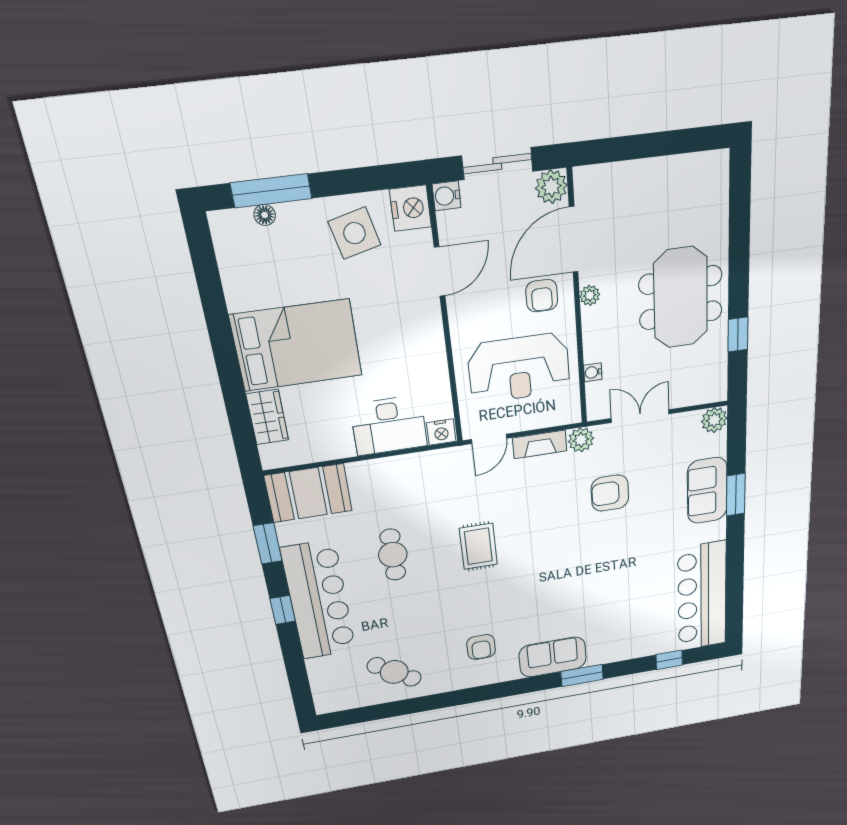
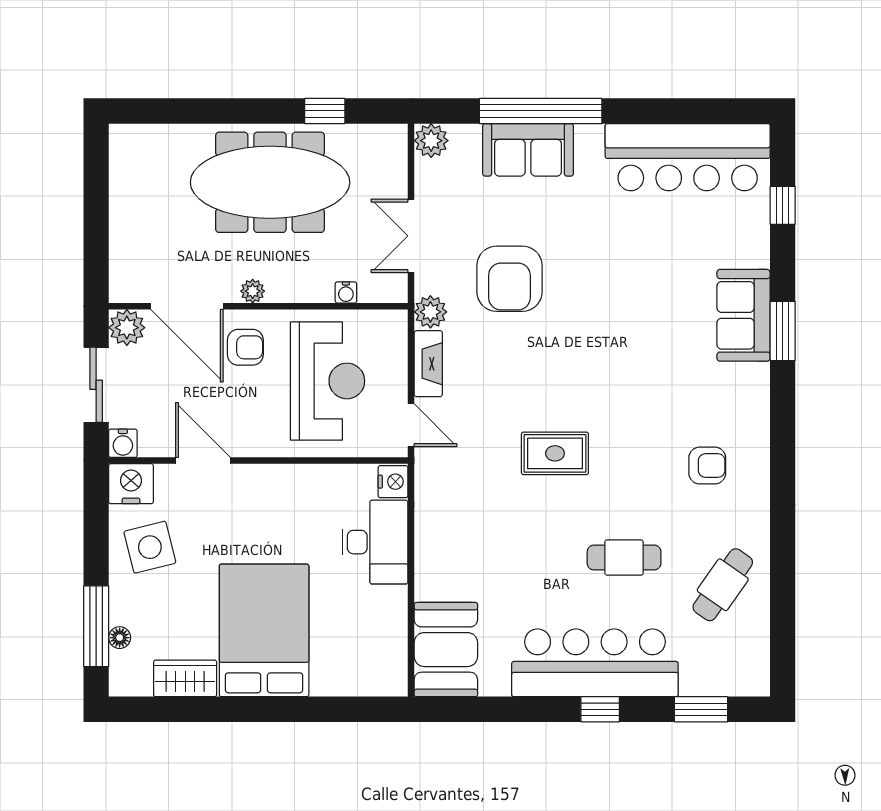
meeting table: (681, 298) -> (270, 182), width x1.36
wardrobe: (267, 417) -> (185, 678), moved
armchair: (610, 493) -> (509, 279), width x1.36, depth x1.36
window: (736, 495) -> (541, 111), width x2.11
window: (268, 543) -> (701, 709), moved
cafe table: (393, 555) -> (624, 558), moved
sofa: (553, 657) -> (744, 315), moved

